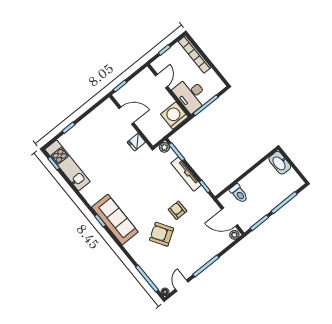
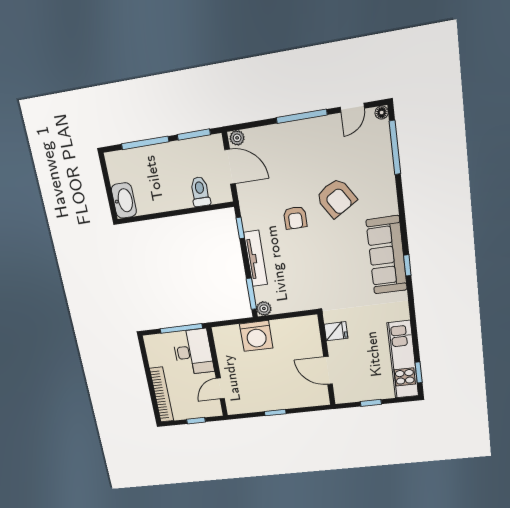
door: (126, 115) -> (328, 370), moved
washing machine: (174, 116) -> (256, 336), moved
wall: (131, 121) -> (327, 360), moved
fridge: (136, 142) -> (336, 331), moved

